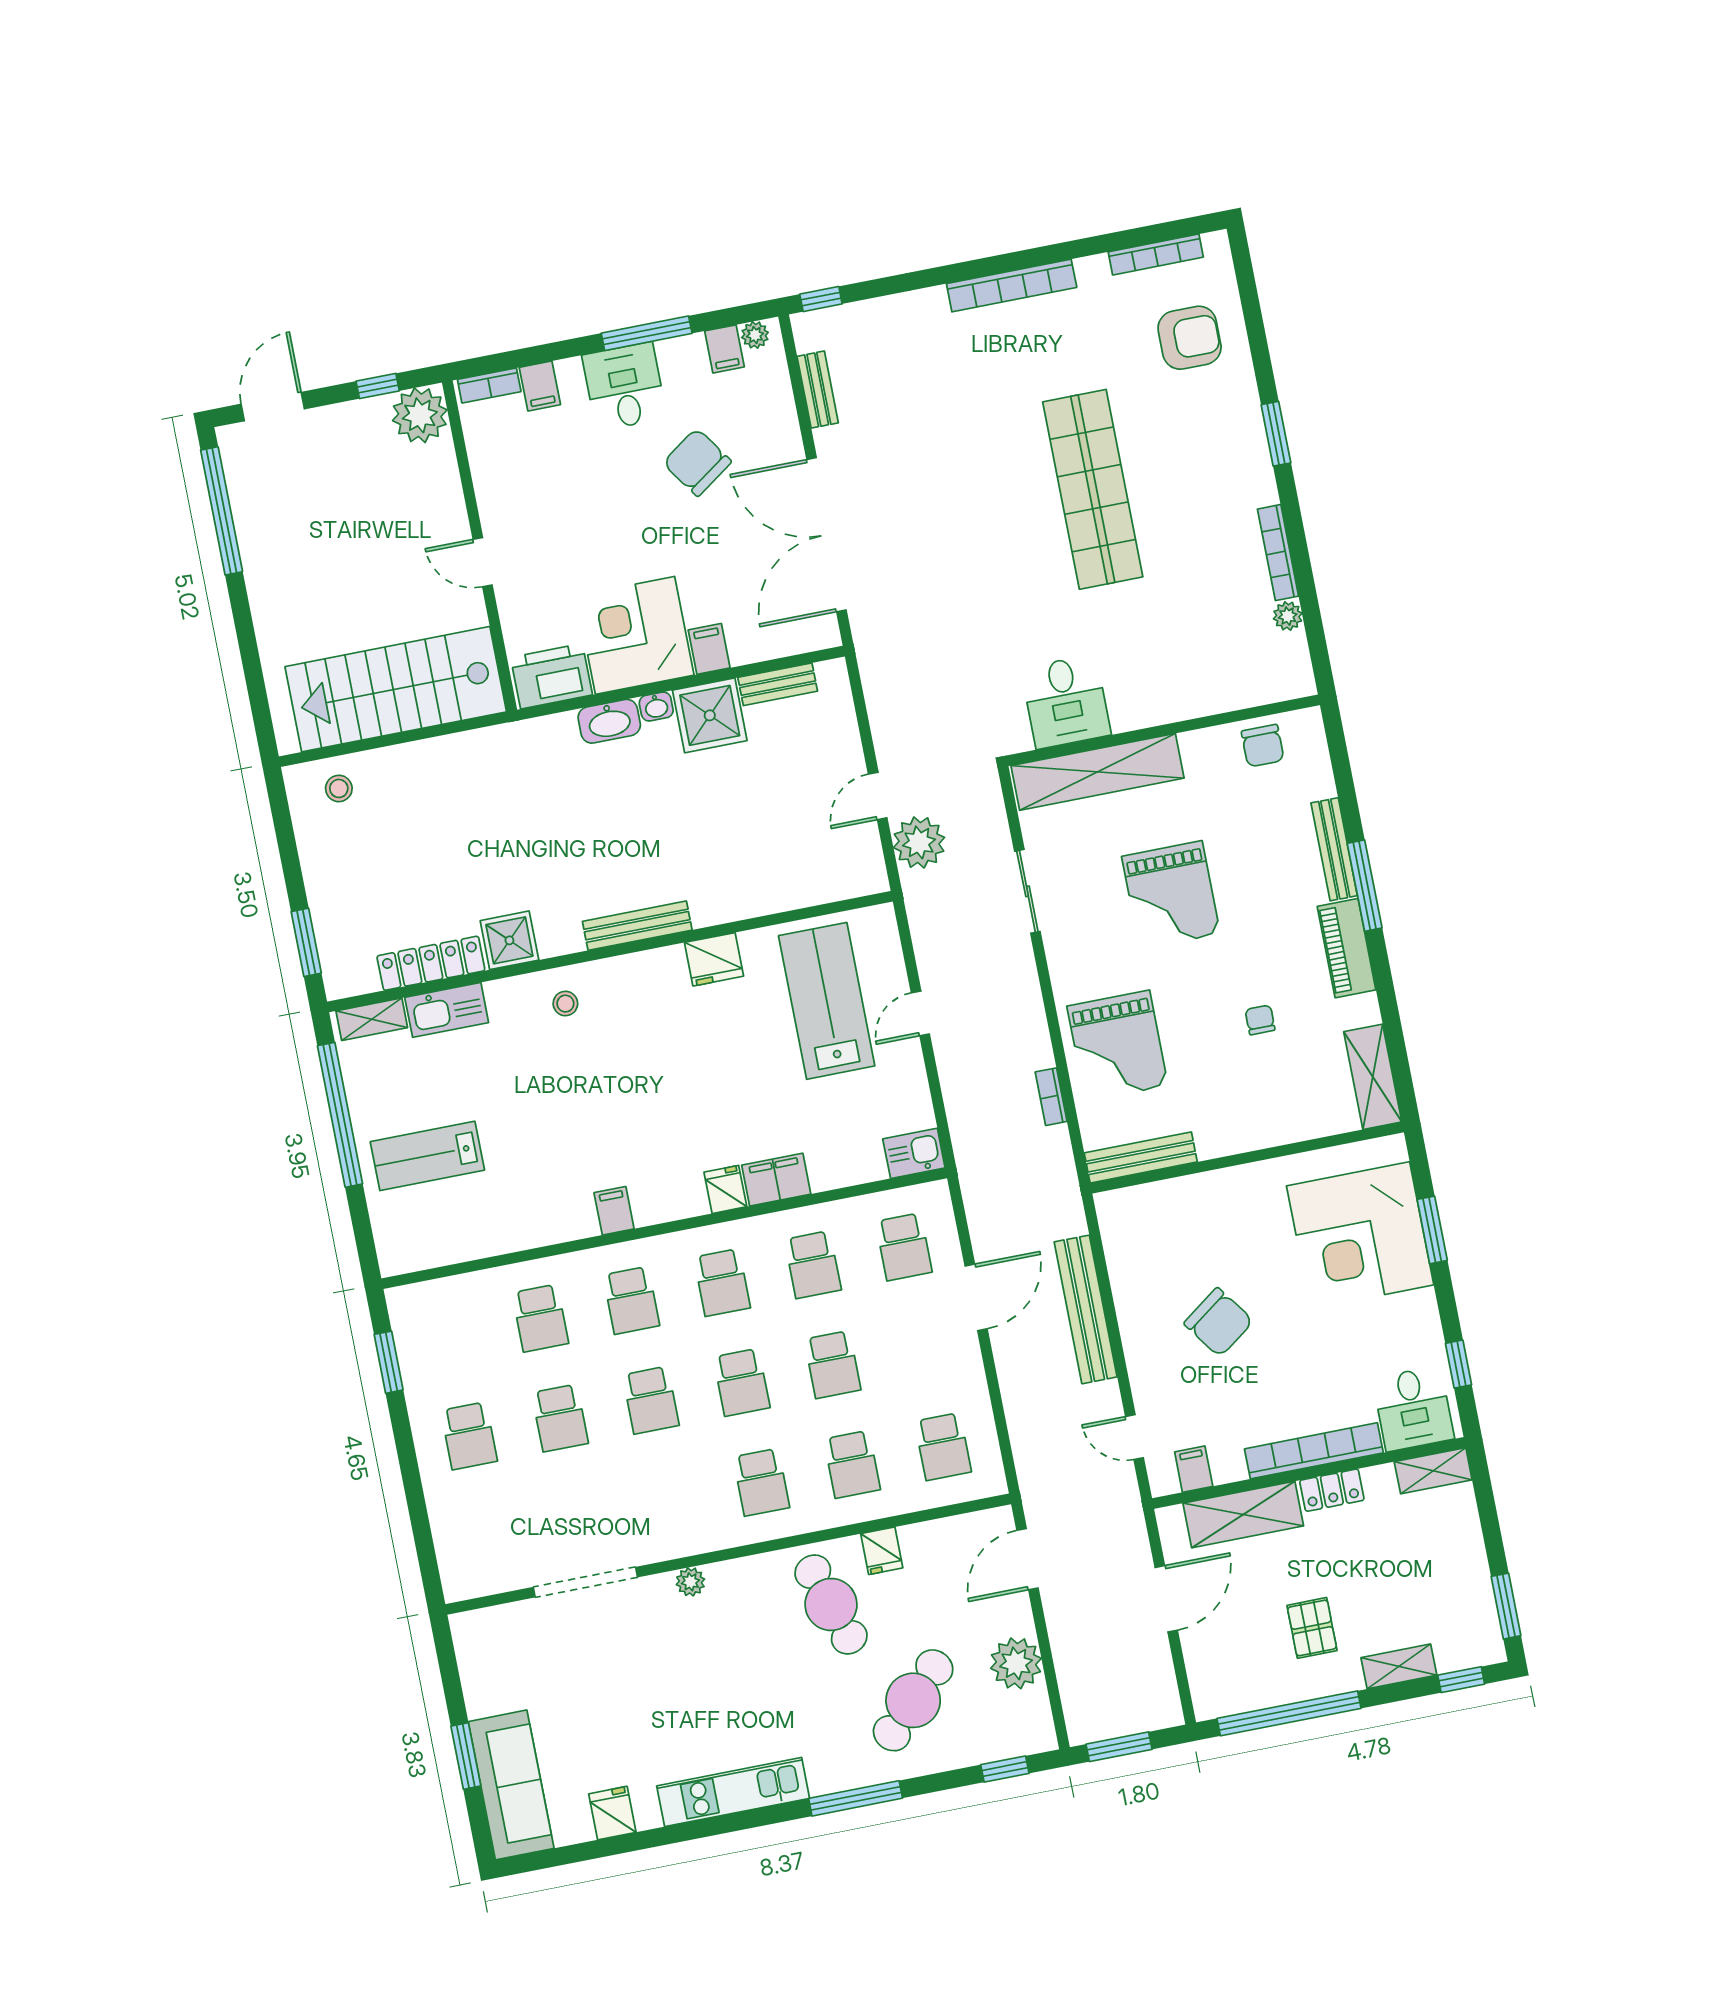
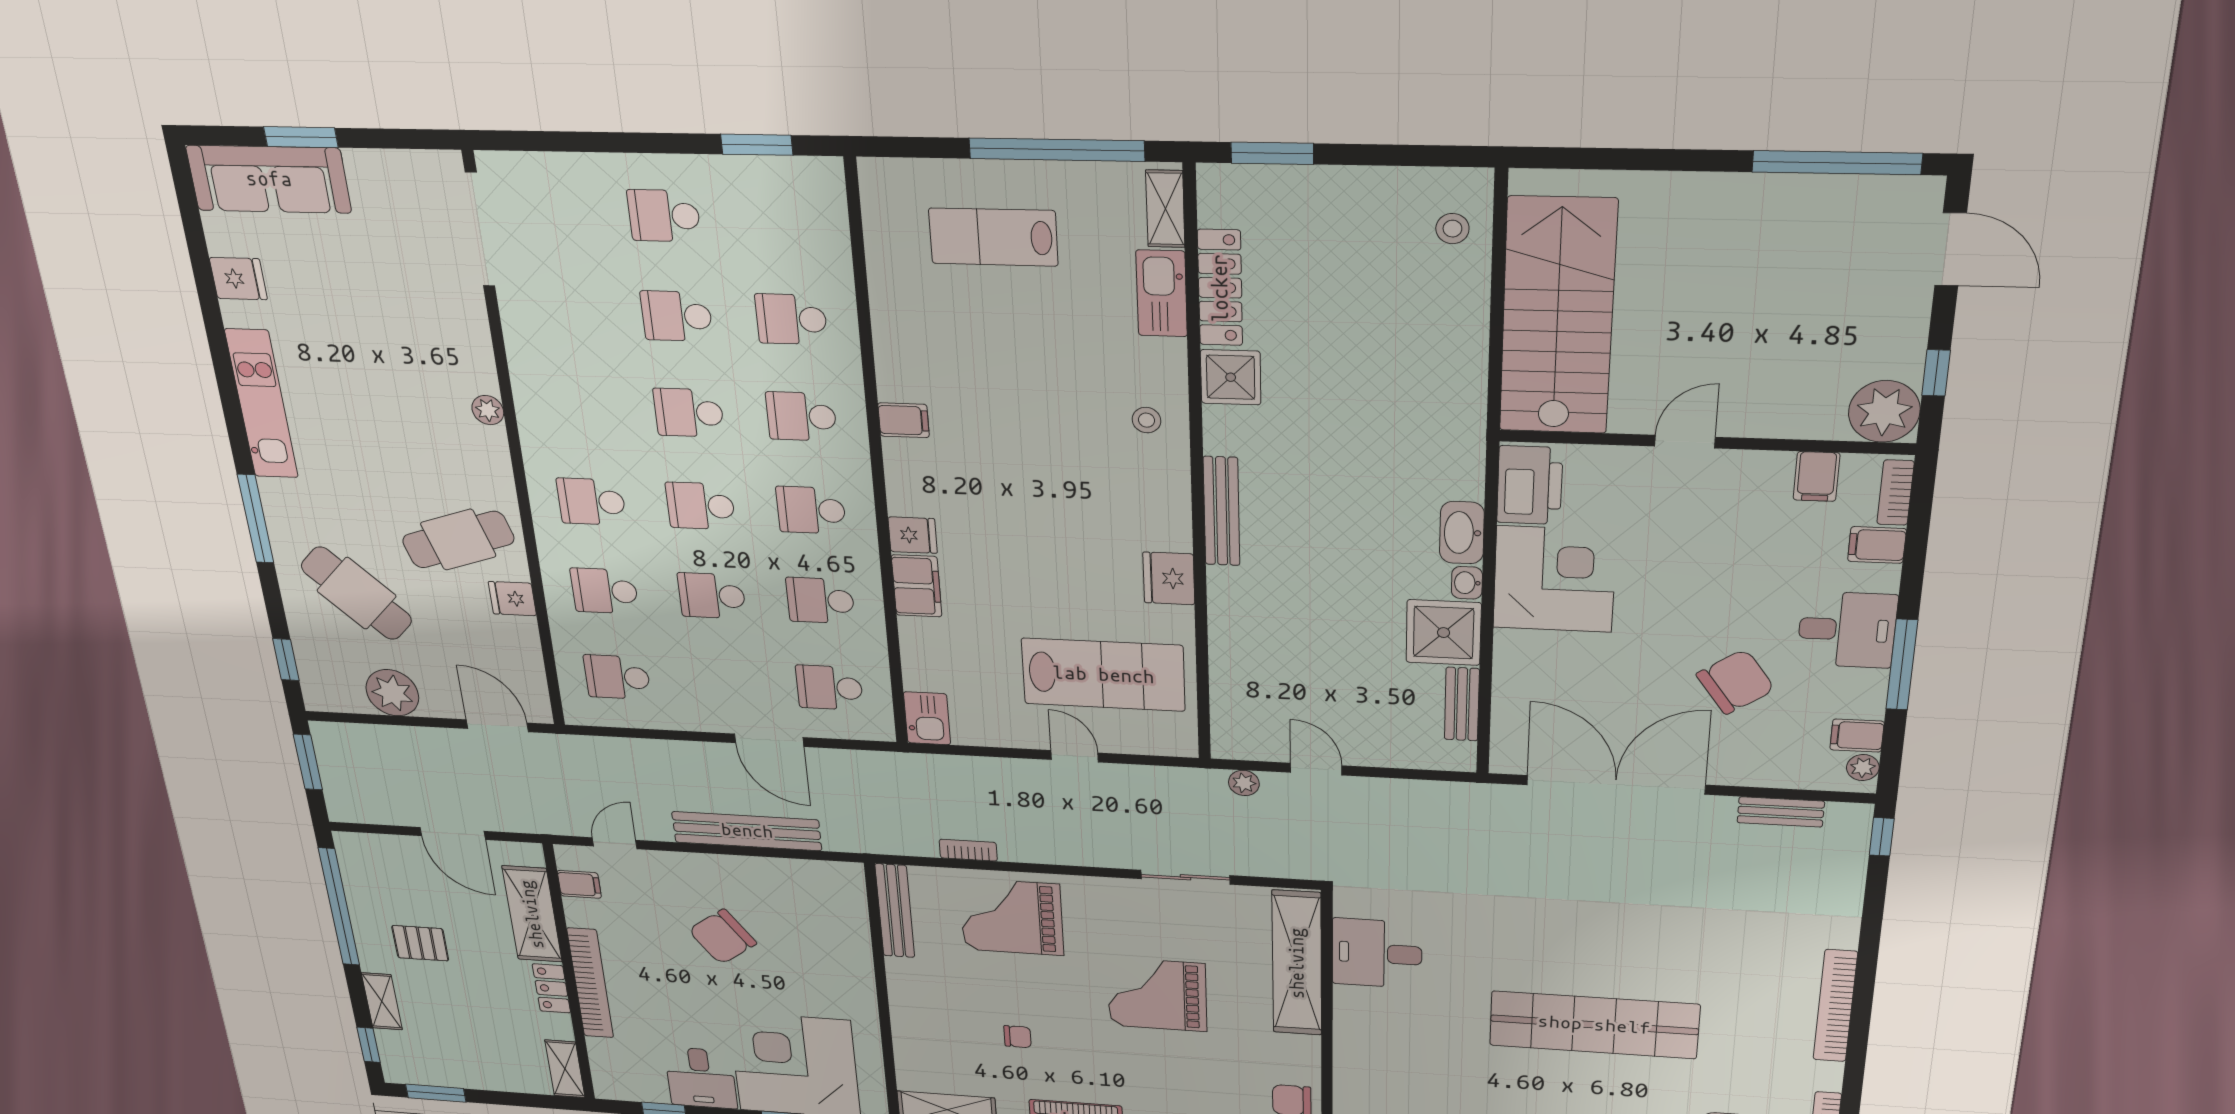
filing cabinet: (709, 649) -> (1817, 476), moved, turned 90
plant: (919, 843) -> (1244, 783), width x0.53, depth x0.53
lab bench: (427, 1156) -> (993, 237), turned -90
desk: (1413, 1409) -> (701, 1078), moved, turned -90
doorway: (585, 1582) -> (480, 229), moved

